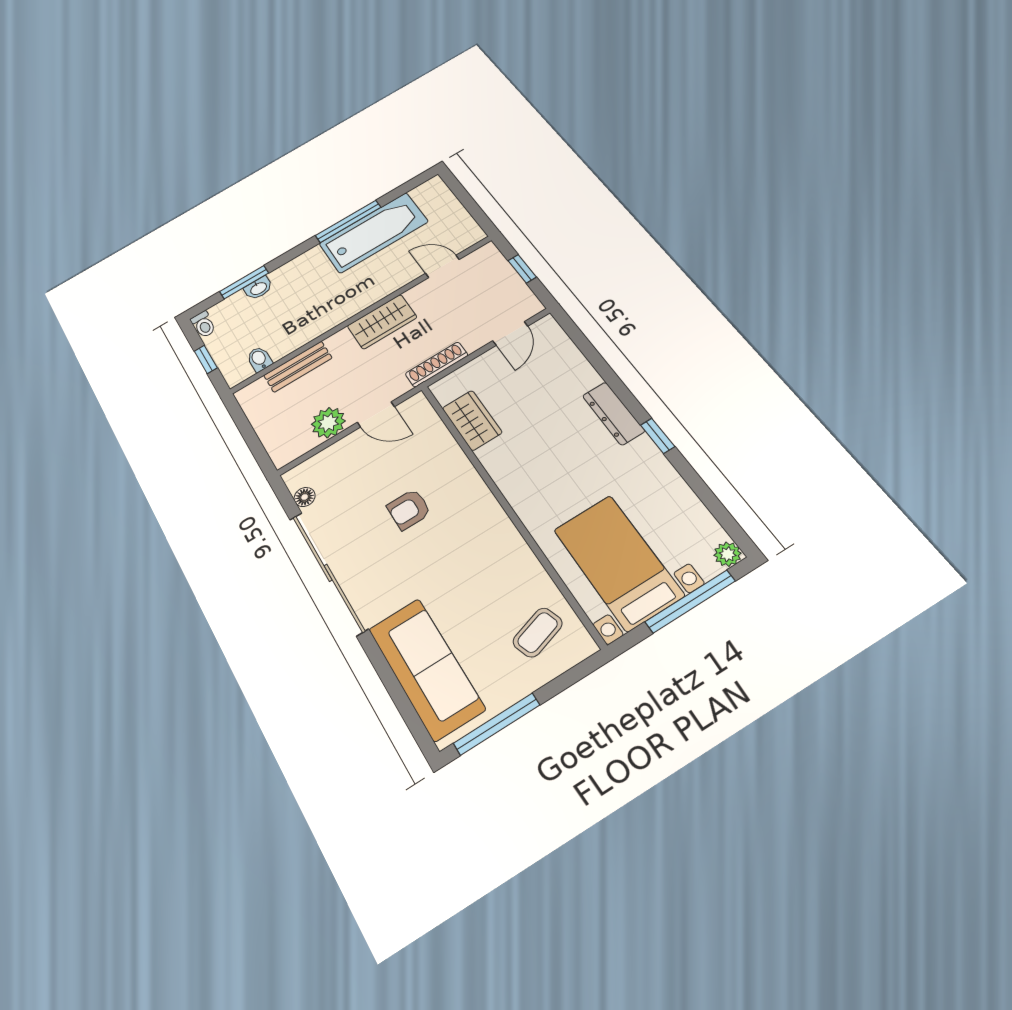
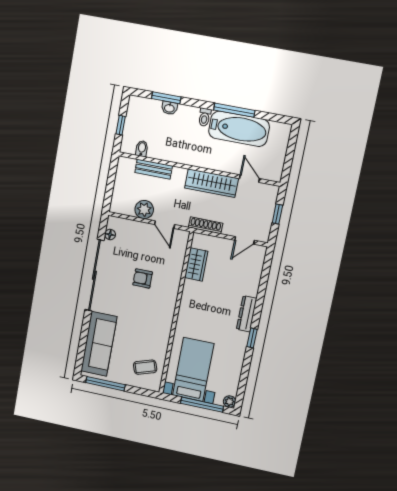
wardrobe: (382, 322) -> (211, 183), width x1.50
toilet: (203, 324) -> (205, 117), moved

